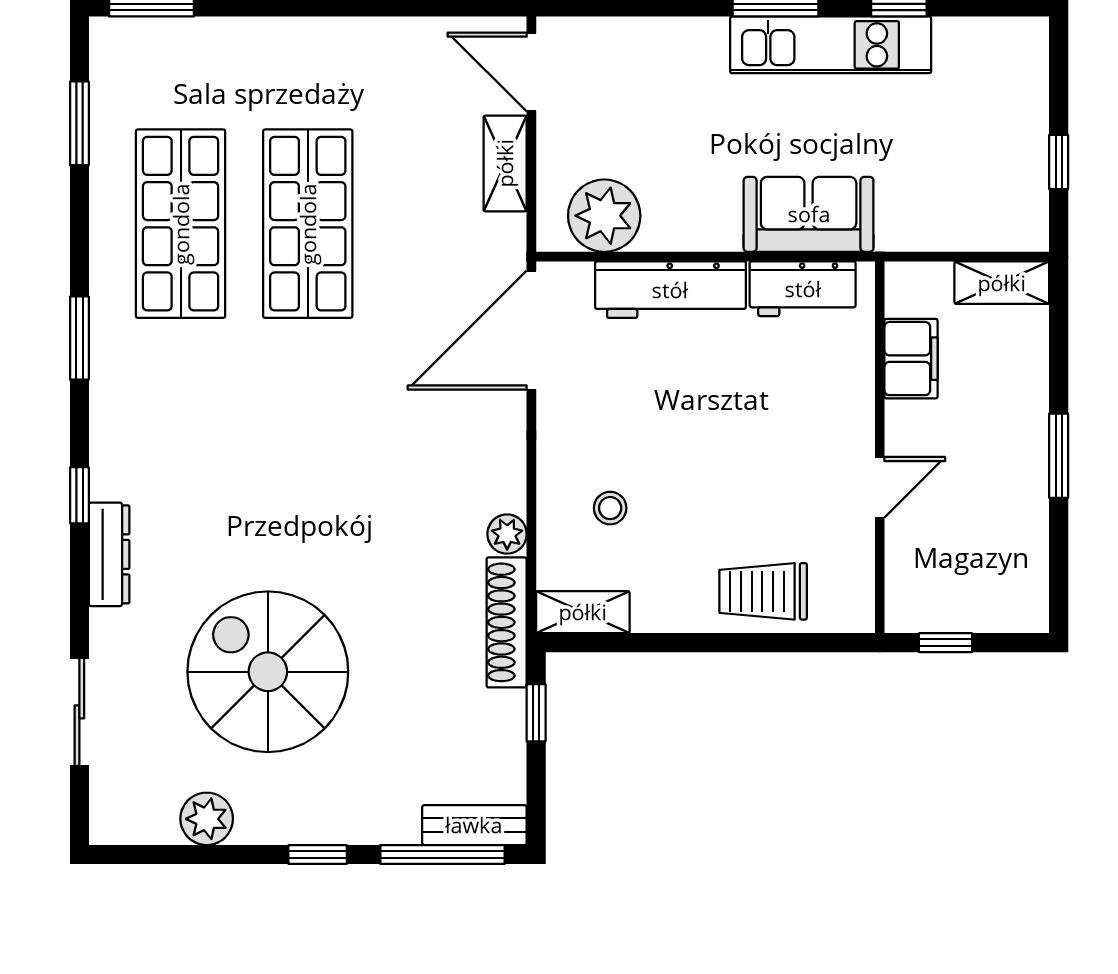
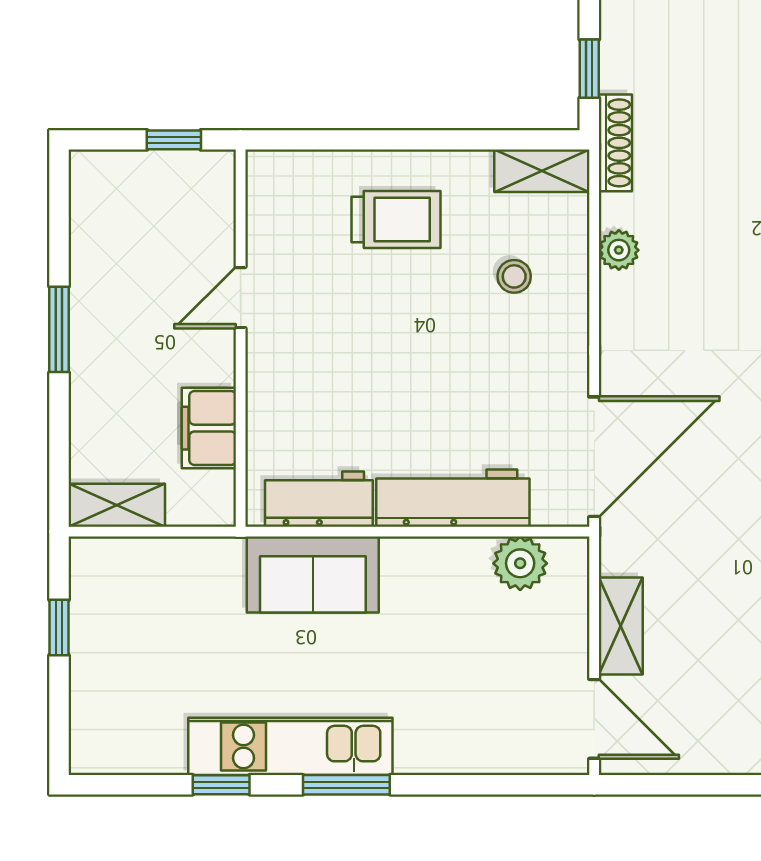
plant: (604, 216) -> (520, 563), width x0.73, depth x0.73
trolley: (763, 591) -> (396, 220), moved
shoe rack: (507, 622) -> (615, 143), width x0.74, depth x0.81

